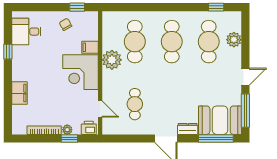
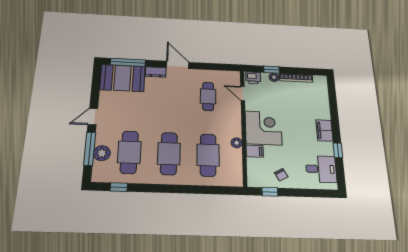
plant: (112, 60) -> (237, 143), width x0.53, depth x0.53
filing cabinet: (20, 93) -> (324, 130), moved
window: (245, 111) -> (90, 149), moved

